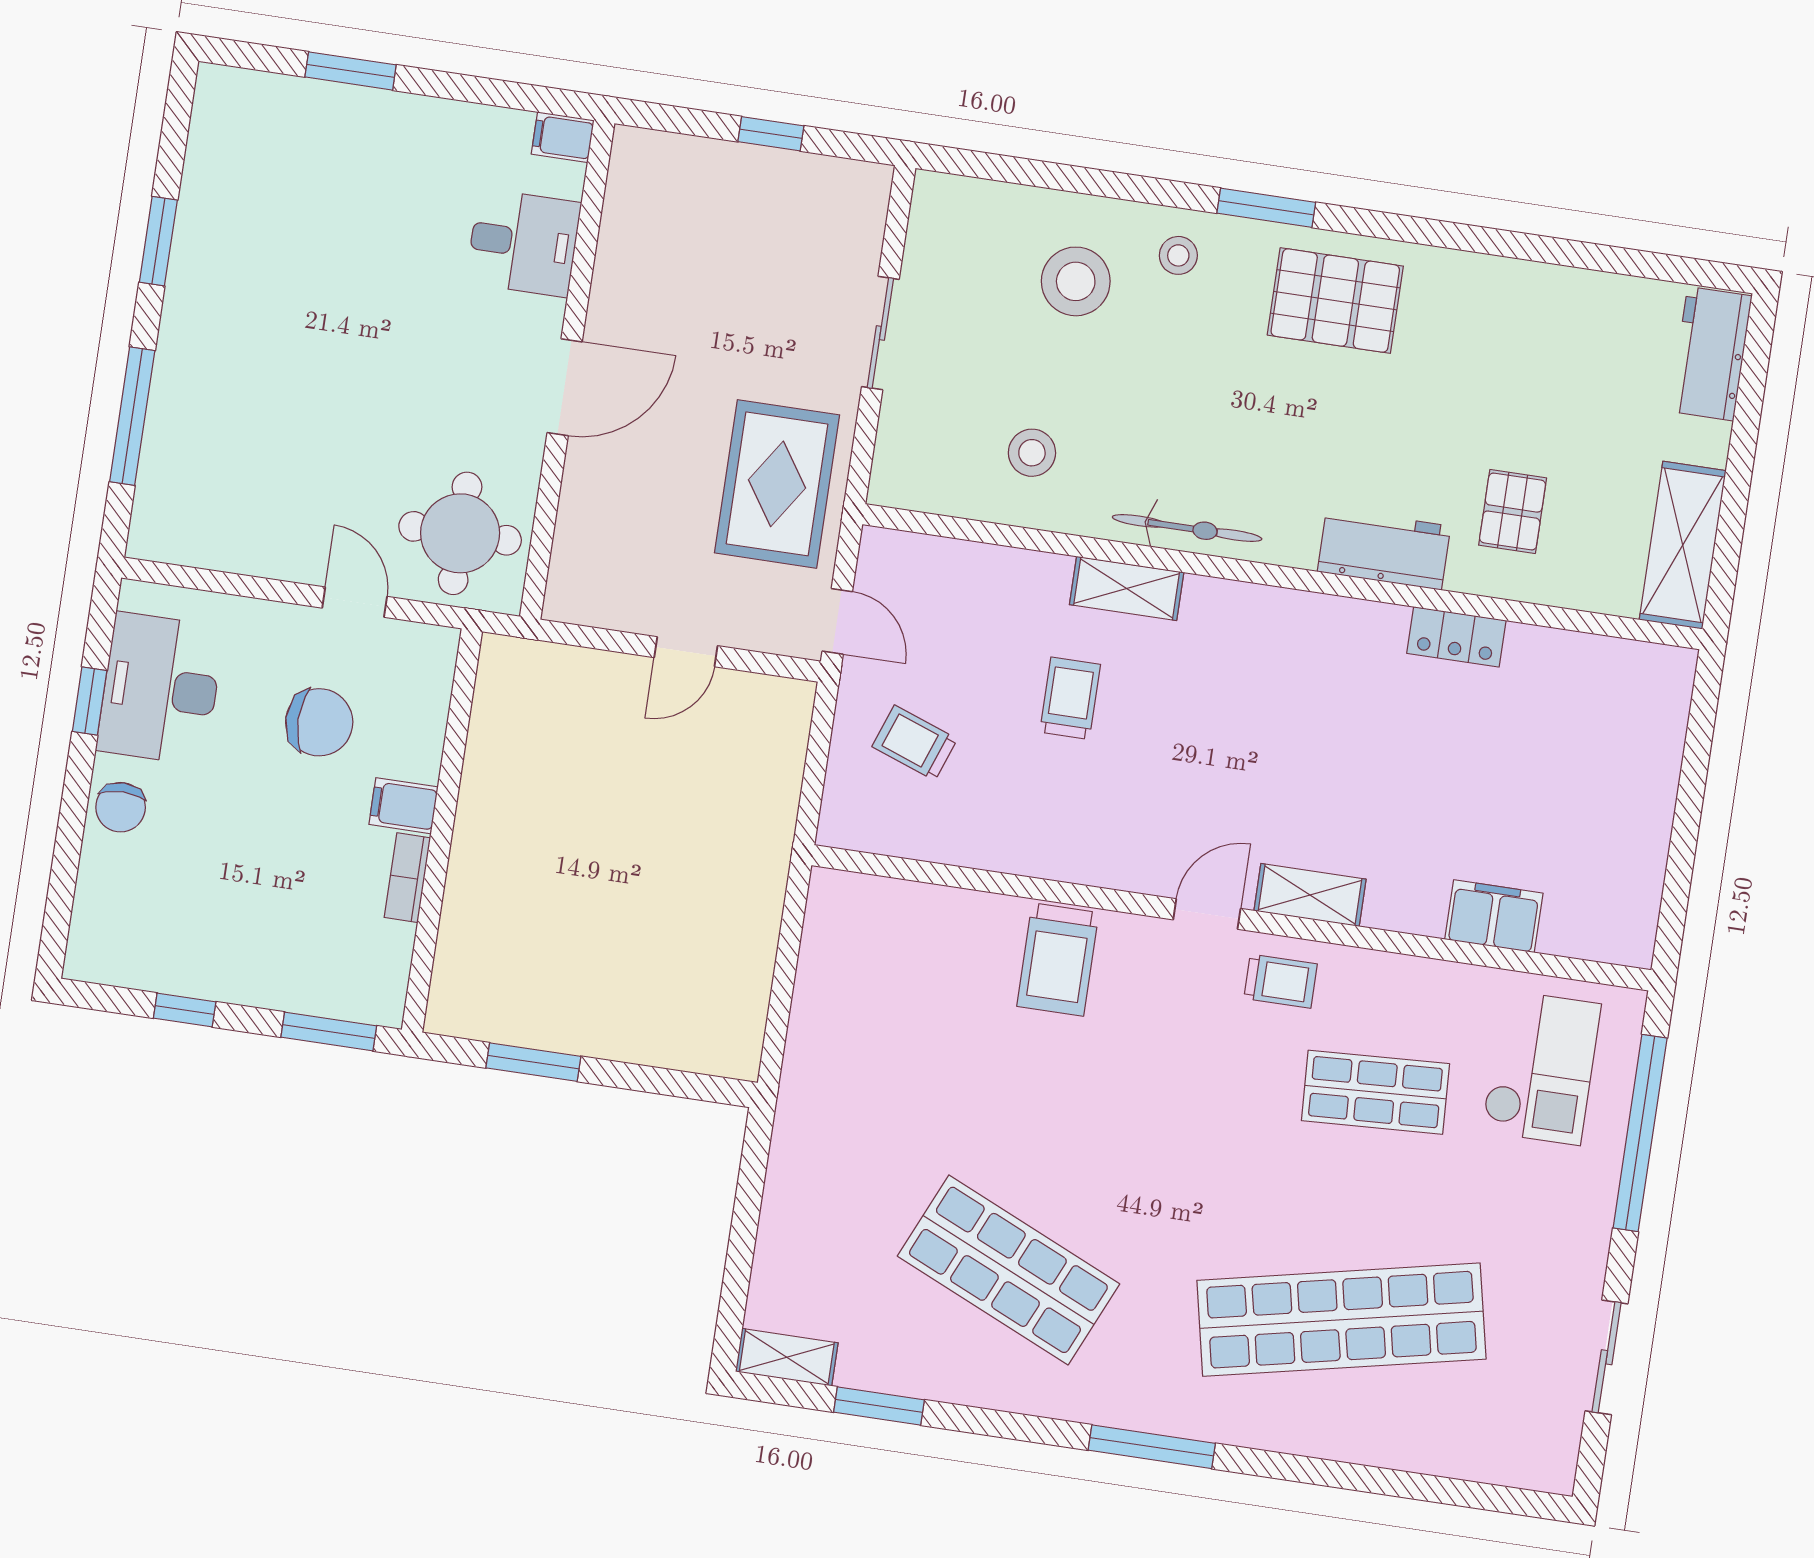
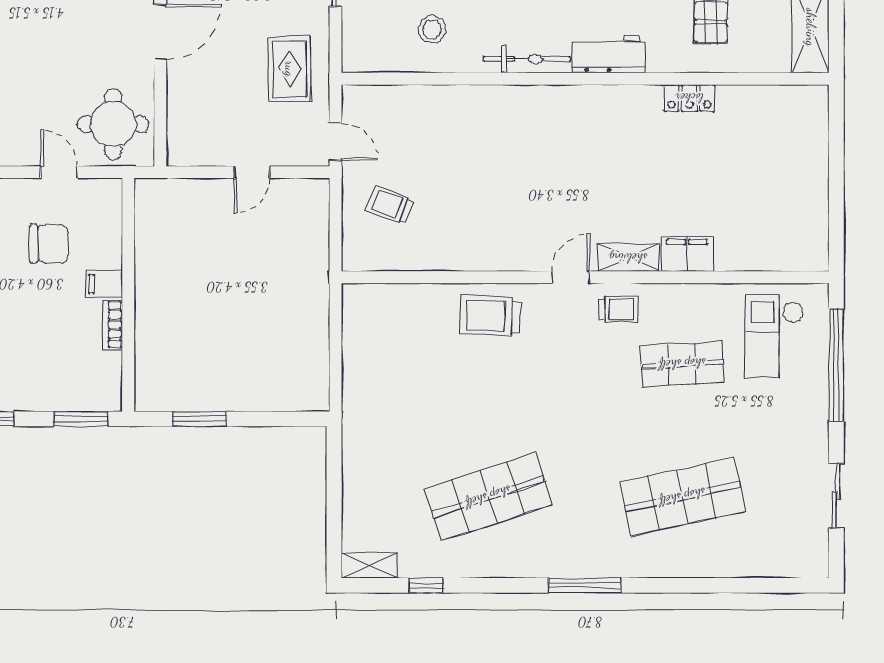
rug: (777, 484) -> (290, 69), width x0.73, depth x0.70
workbench: (1384, 549) -> (609, 54), moved
shelving: (1127, 588) -> (497, 99), removed
trolley: (1070, 698) -> (475, 166), removed
filing cabinet: (1494, 916) -> (687, 254), moved
trolley: (1058, 959) -> (490, 316), turned 92
checkout: (1541, 1067) -> (774, 336), turned 180
shop shelf: (1008, 1270) -> (488, 497), turned -42
shop shelf: (1341, 1320) -> (682, 497), width x0.71
window: (879, 1406) -> (426, 585), width x0.67

